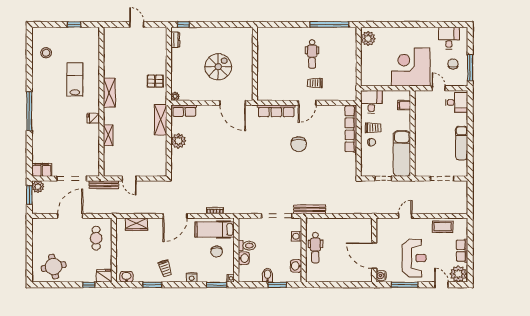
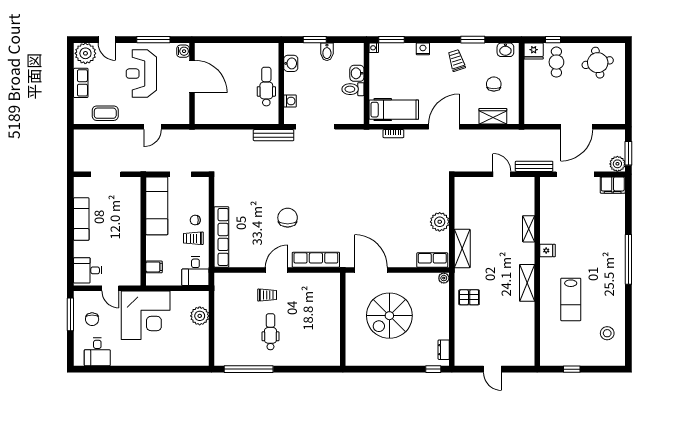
plant: (368, 38) -> (200, 316), moved
spiral stairs: (218, 67) -> (389, 316), width x1.37, depth x1.37
cafe table: (96, 238) -> (556, 62), moved
chair: (217, 252) -> (494, 84), moved

